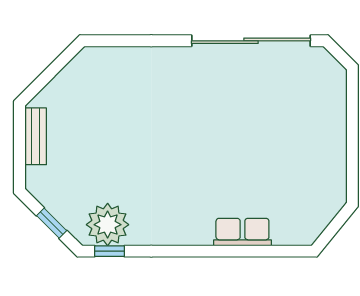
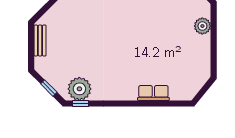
plant: (332, 110) -> (202, 26), added

